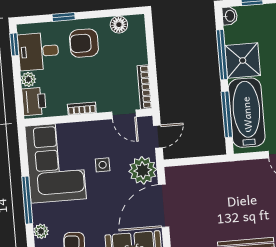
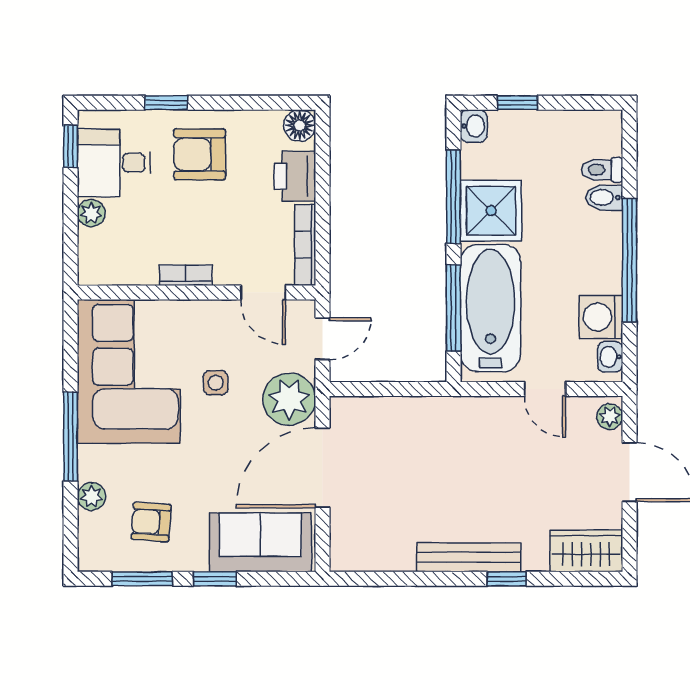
floor lamp: (119, 25) -> (300, 125), moved
printer: (34, 101) -> (295, 176), moved, turned 180

